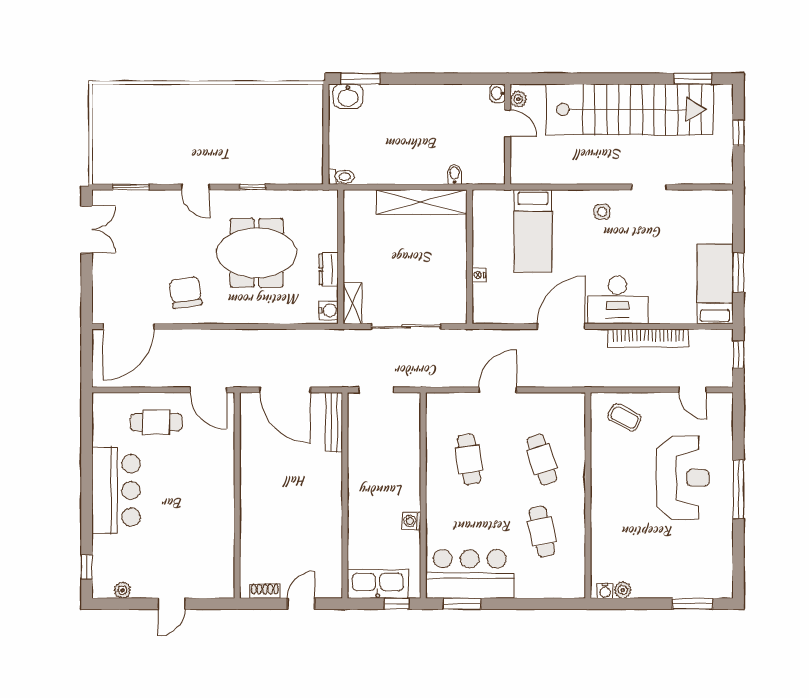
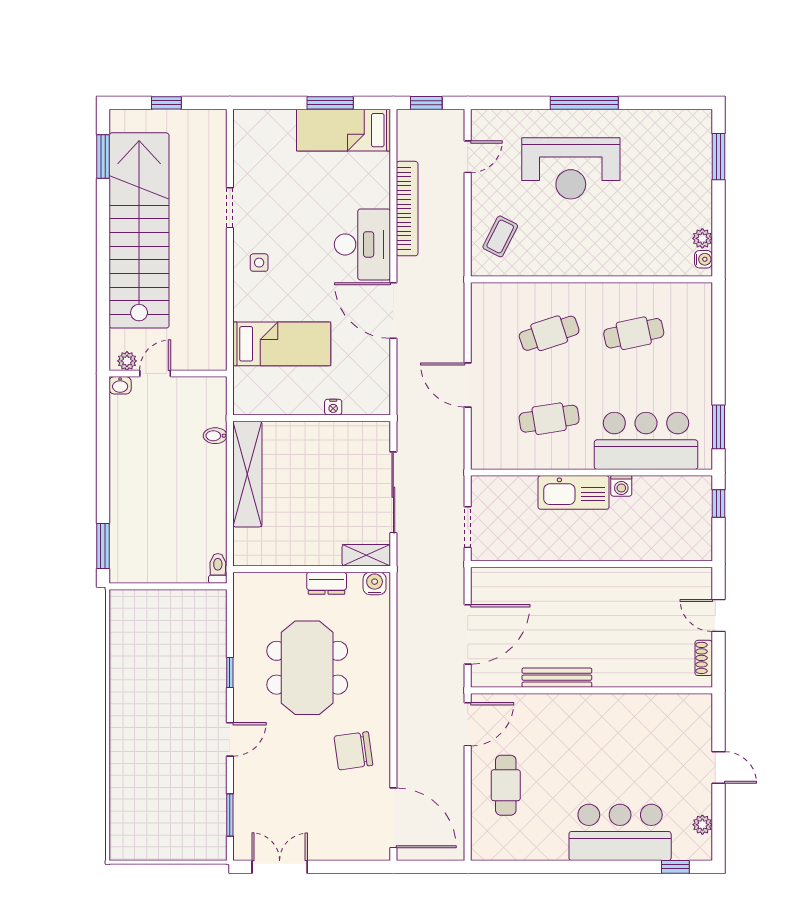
washbasin: (348, 96) -> (124, 561), removed
bench: (334, 422) -> (557, 678), moved
reception desk: (683, 478) -> (571, 168), turned 180
bar counter: (116, 490) -> (620, 832), moved
bar counter: (470, 574) -> (646, 441), moved, turned 90
kitchen sink: (378, 584) -> (574, 492), moved, turned -90

